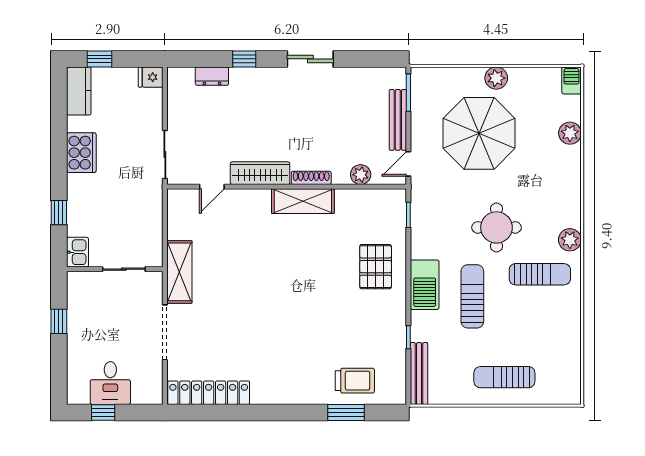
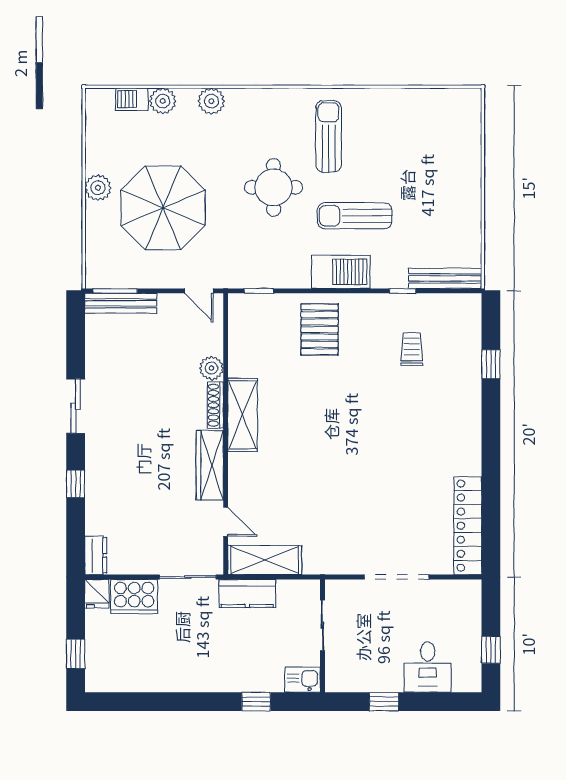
dresser: (212, 76) -> (96, 555), moved
barbecue: (571, 80) -> (132, 99), moved
kitchen counter: (79, 91) -> (247, 594), moved, turned 180
bench: (398, 120) -> (121, 303), moved
cooker: (81, 153) -> (134, 597), moved, turned 180
plant: (361, 175) -> (211, 368), moved
plant: (570, 240) -> (211, 101), moved
pallet: (376, 267) -> (320, 329), turned 90
shelving: (179, 272) -> (265, 560), moved
sun lounger: (504, 377) -> (449, 178), removed
trolley: (355, 381) -> (412, 349), moved, width x0.73, depth x0.72
desk: (110, 383) -> (428, 667), moved, turned 90
window: (346, 412) -> (491, 364), width x0.67

